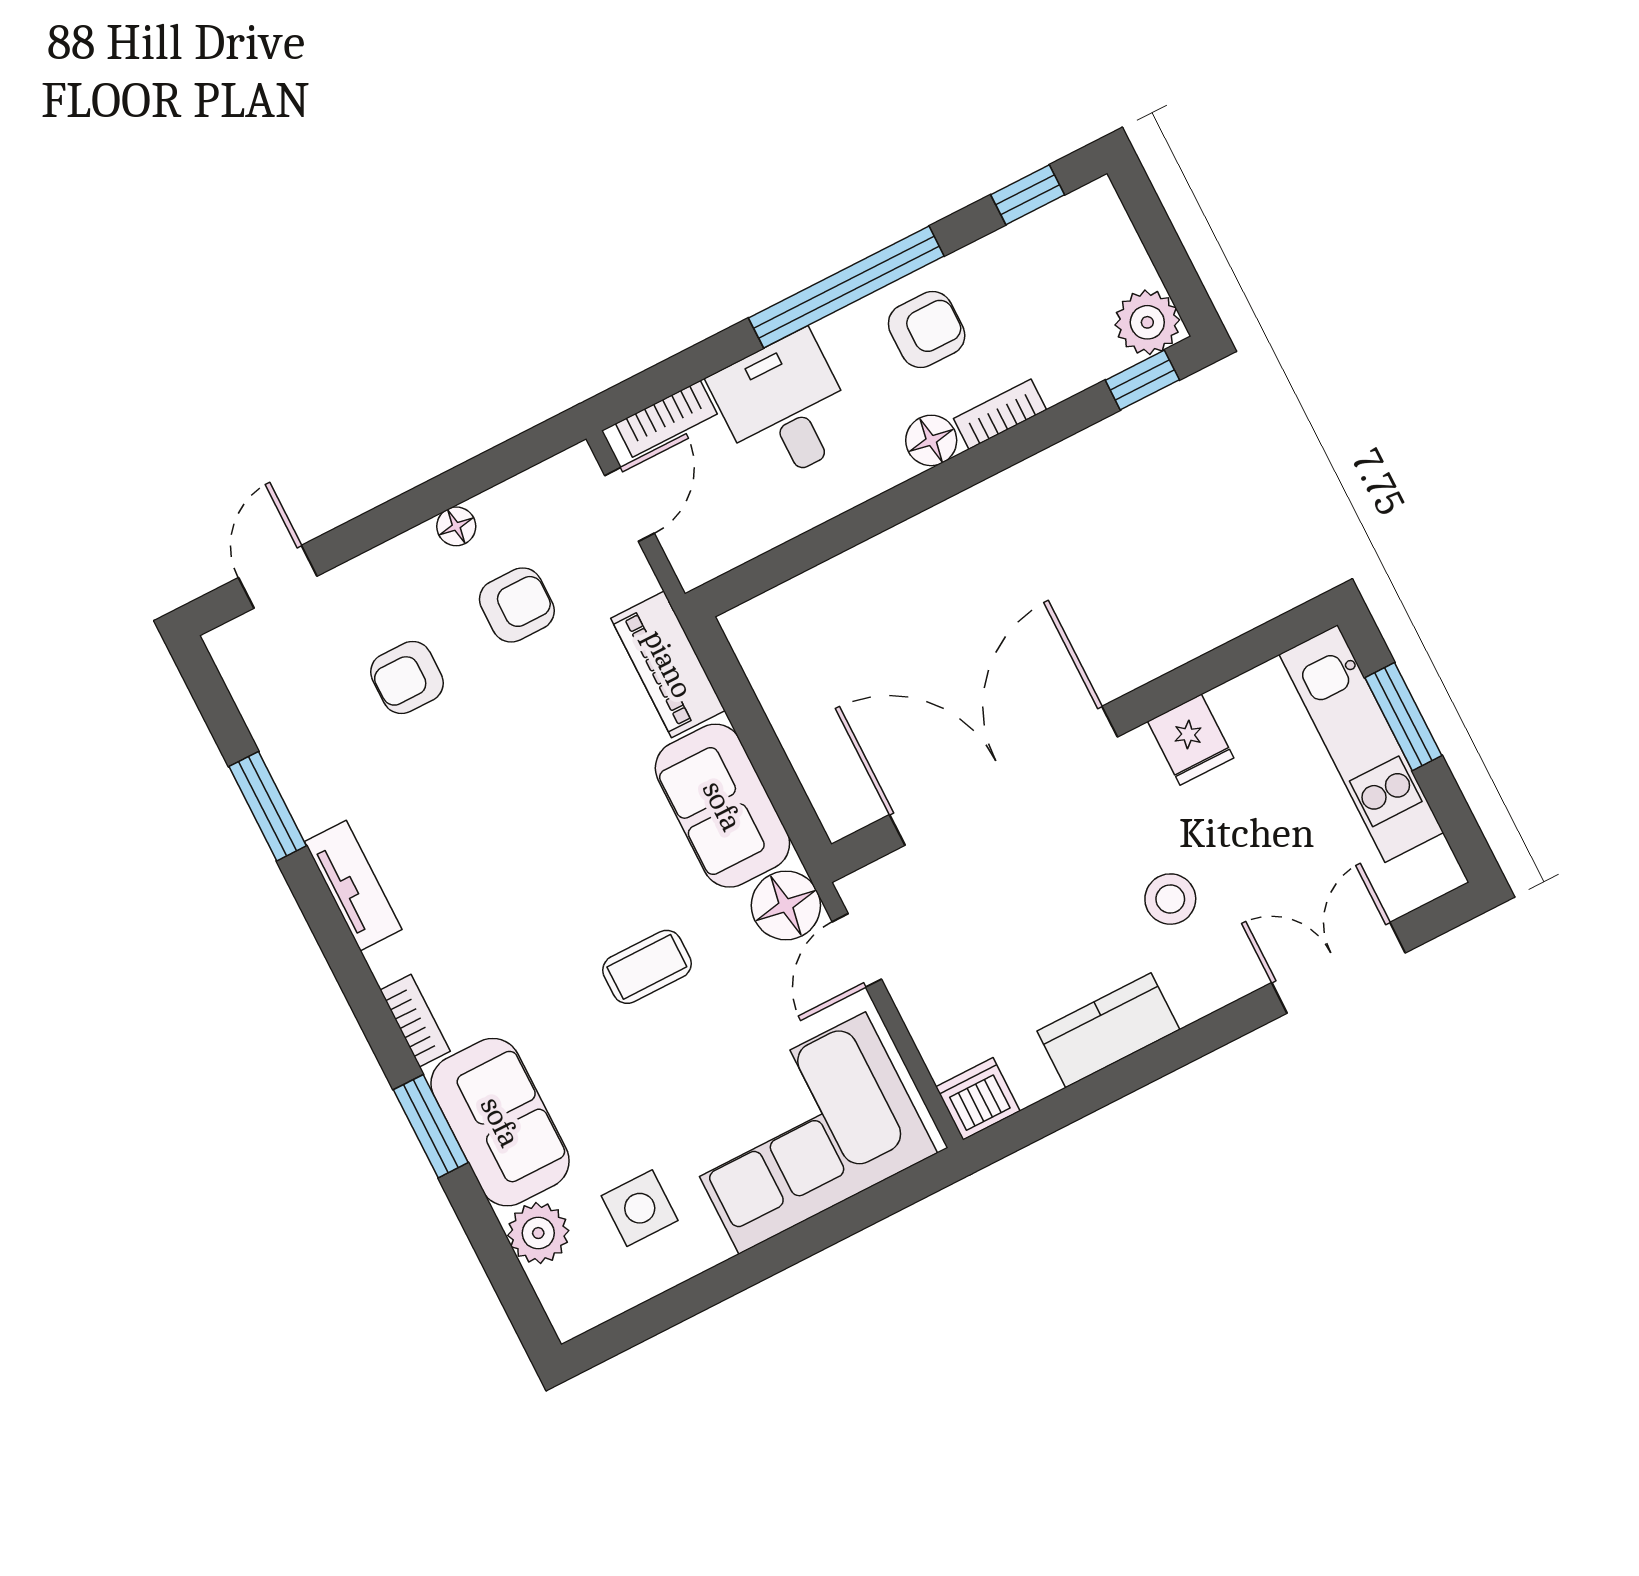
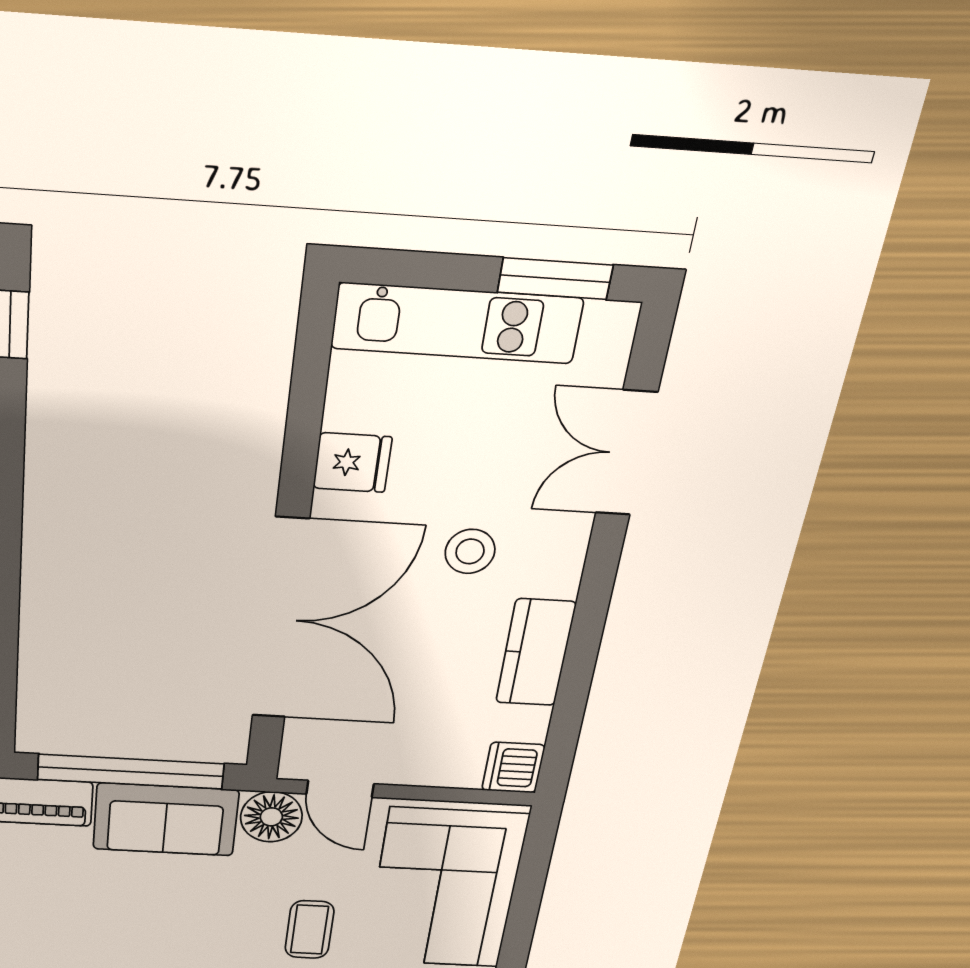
window: (1403, 717) -> (555, 279), moved
window: (759, 739) -> (131, 772), added
double door: (1003, 776) -> (280, 620), swing flipped
coffee table: (647, 967) -> (310, 930), moved

